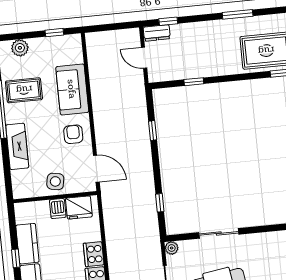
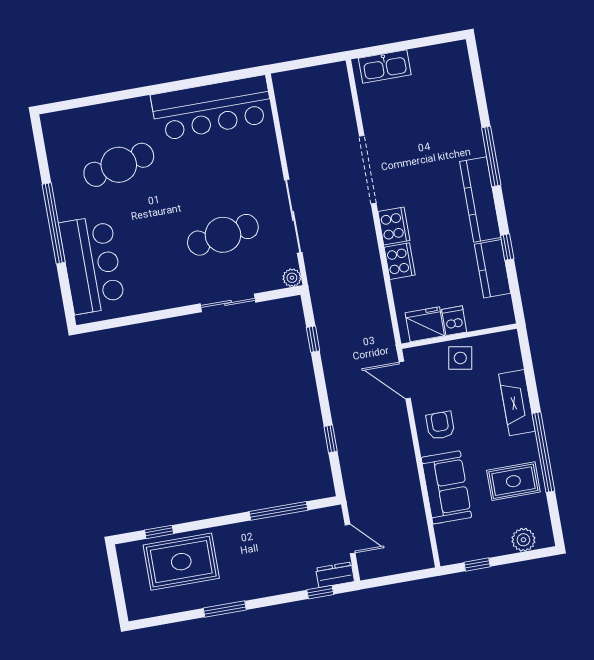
window: (194, 82) -> (278, 511), width x2.17
armchair: (73, 134) -> (440, 425), turned 180

